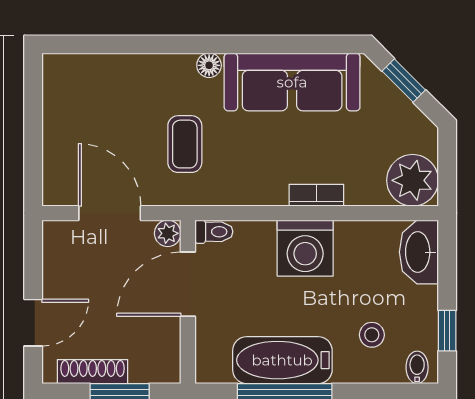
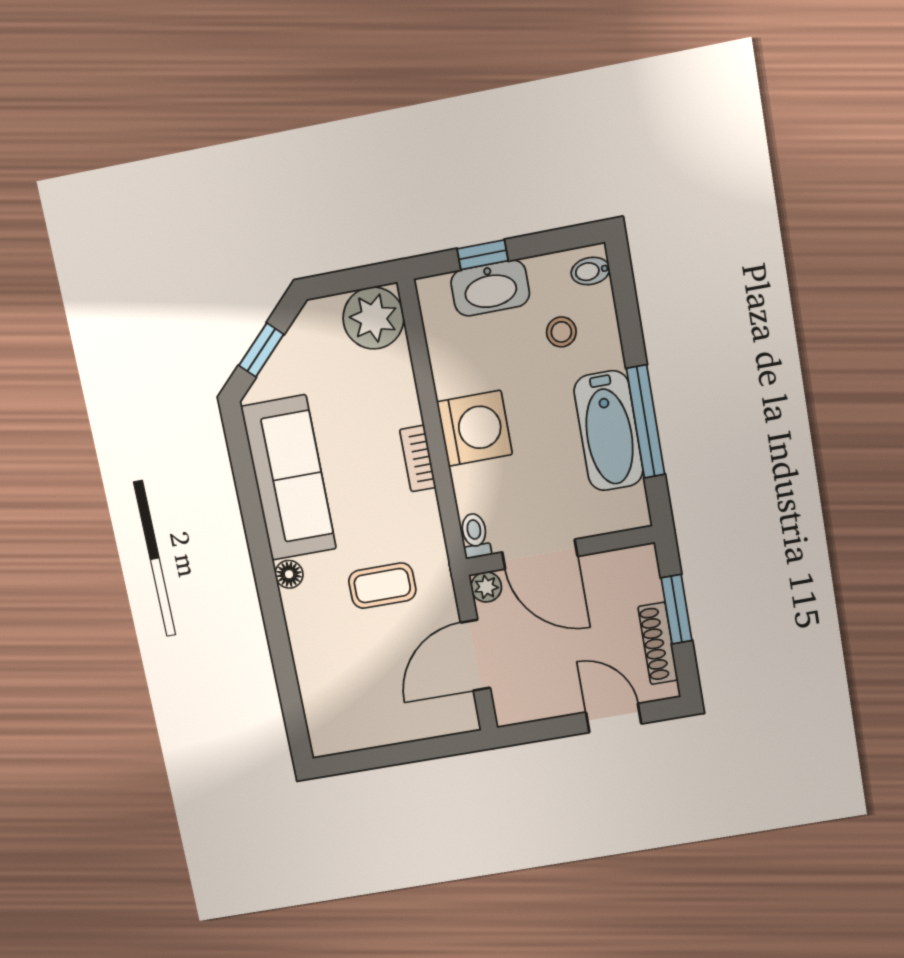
bookcase: (316, 195) -> (418, 458), moved
washbasin: (419, 252) -> (490, 288), moved
window: (447, 331) -> (483, 255), moved

